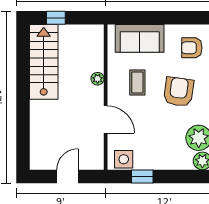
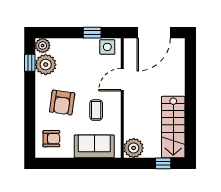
plant: (98, 79) -> (134, 148), moved, width x1.88, depth x1.88
door: (106, 119) -> (122, 80), hinge flipped
door: (67, 177) -> (154, 33), width x1.87

